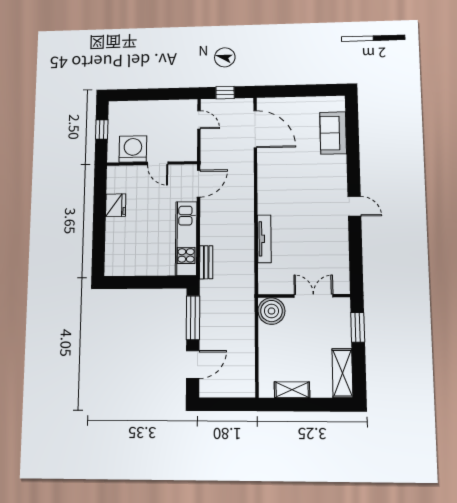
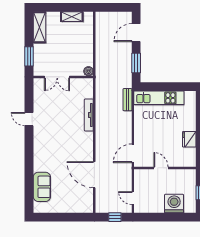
door: (255, 129) -> (94, 175), moved
washing machine: (133, 149) -> (174, 204), moved, turned 180
door: (354, 206) -> (29, 119), moved
kitchen unit: (186, 238) -> (159, 98), moved, turned 90
boiler: (271, 311) -> (89, 71), width x0.54, depth x0.54
window: (193, 318) -> (136, 63), width x0.69

